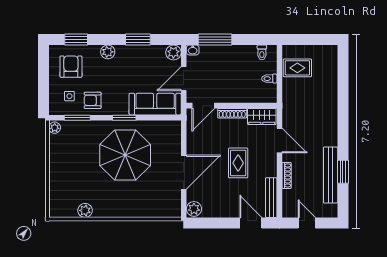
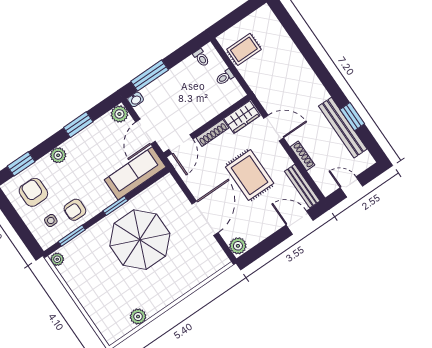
rug: (238, 163) -> (250, 175), width x1.36, depth x1.43

